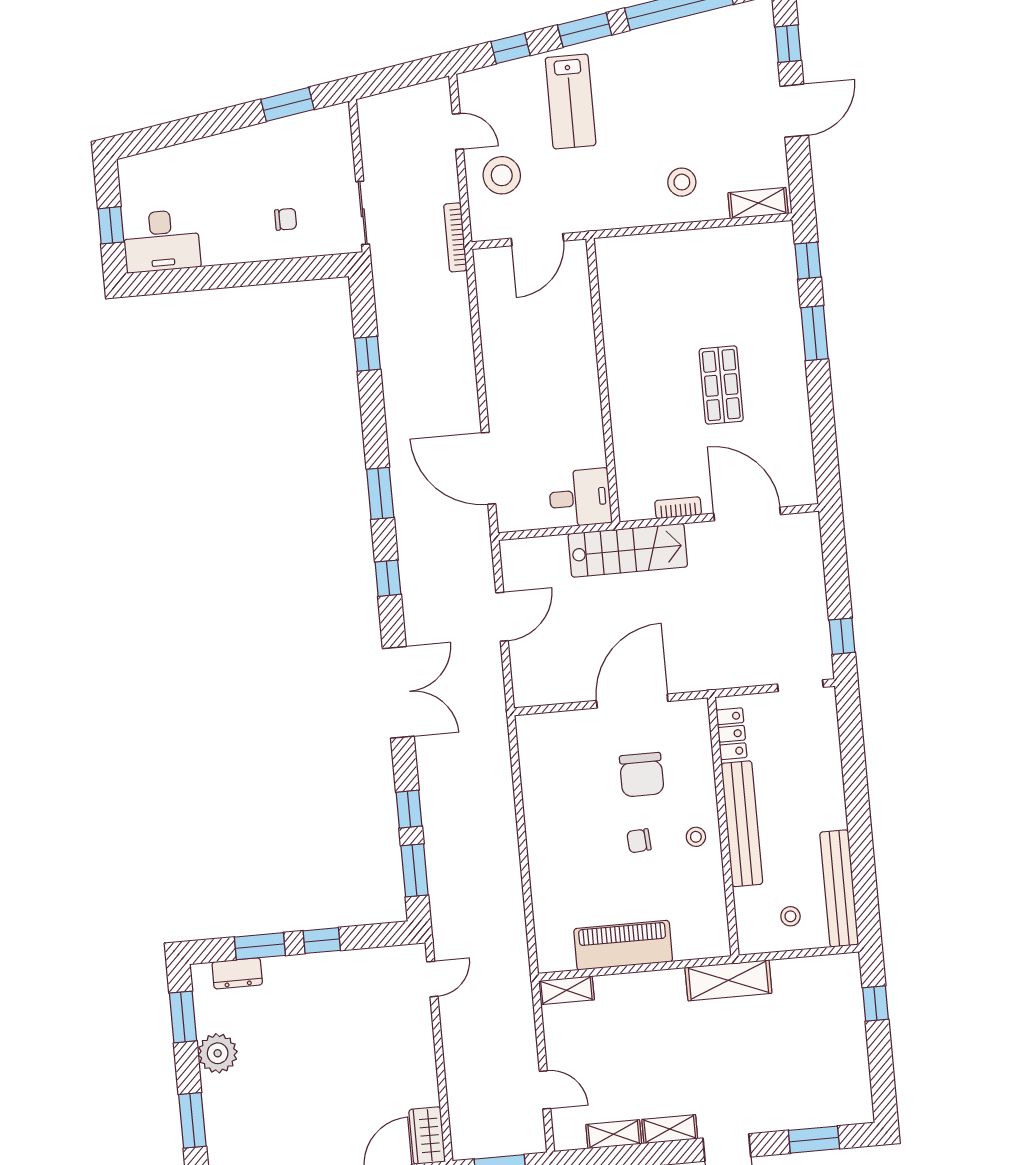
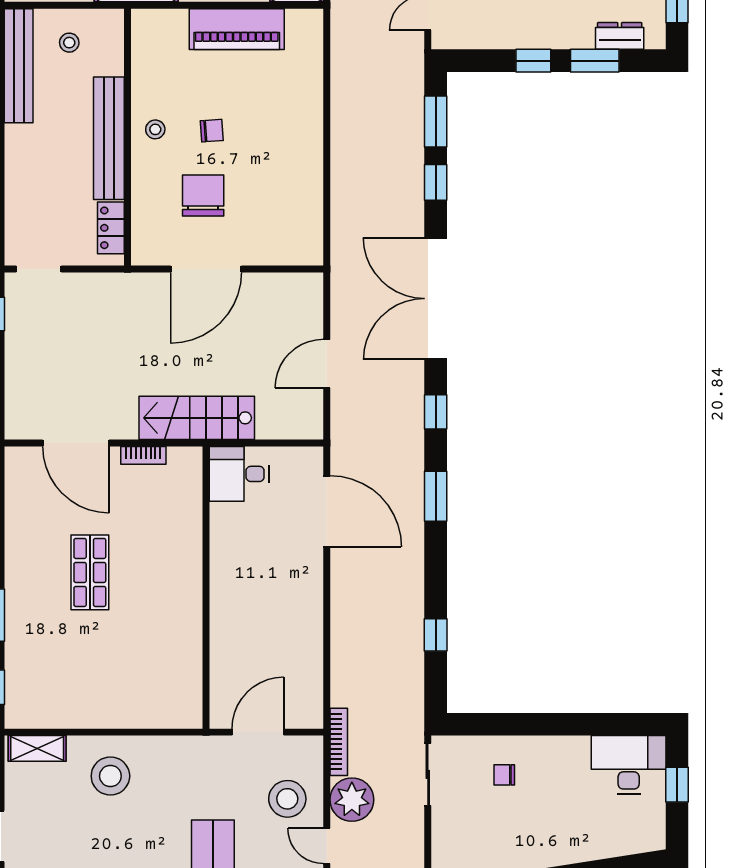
plant: (437, 180) -> (352, 800), added
stool: (682, 182) -> (110, 776), width x1.38, depth x1.38
double door: (398, 692) -> (436, 299), width x1.36

